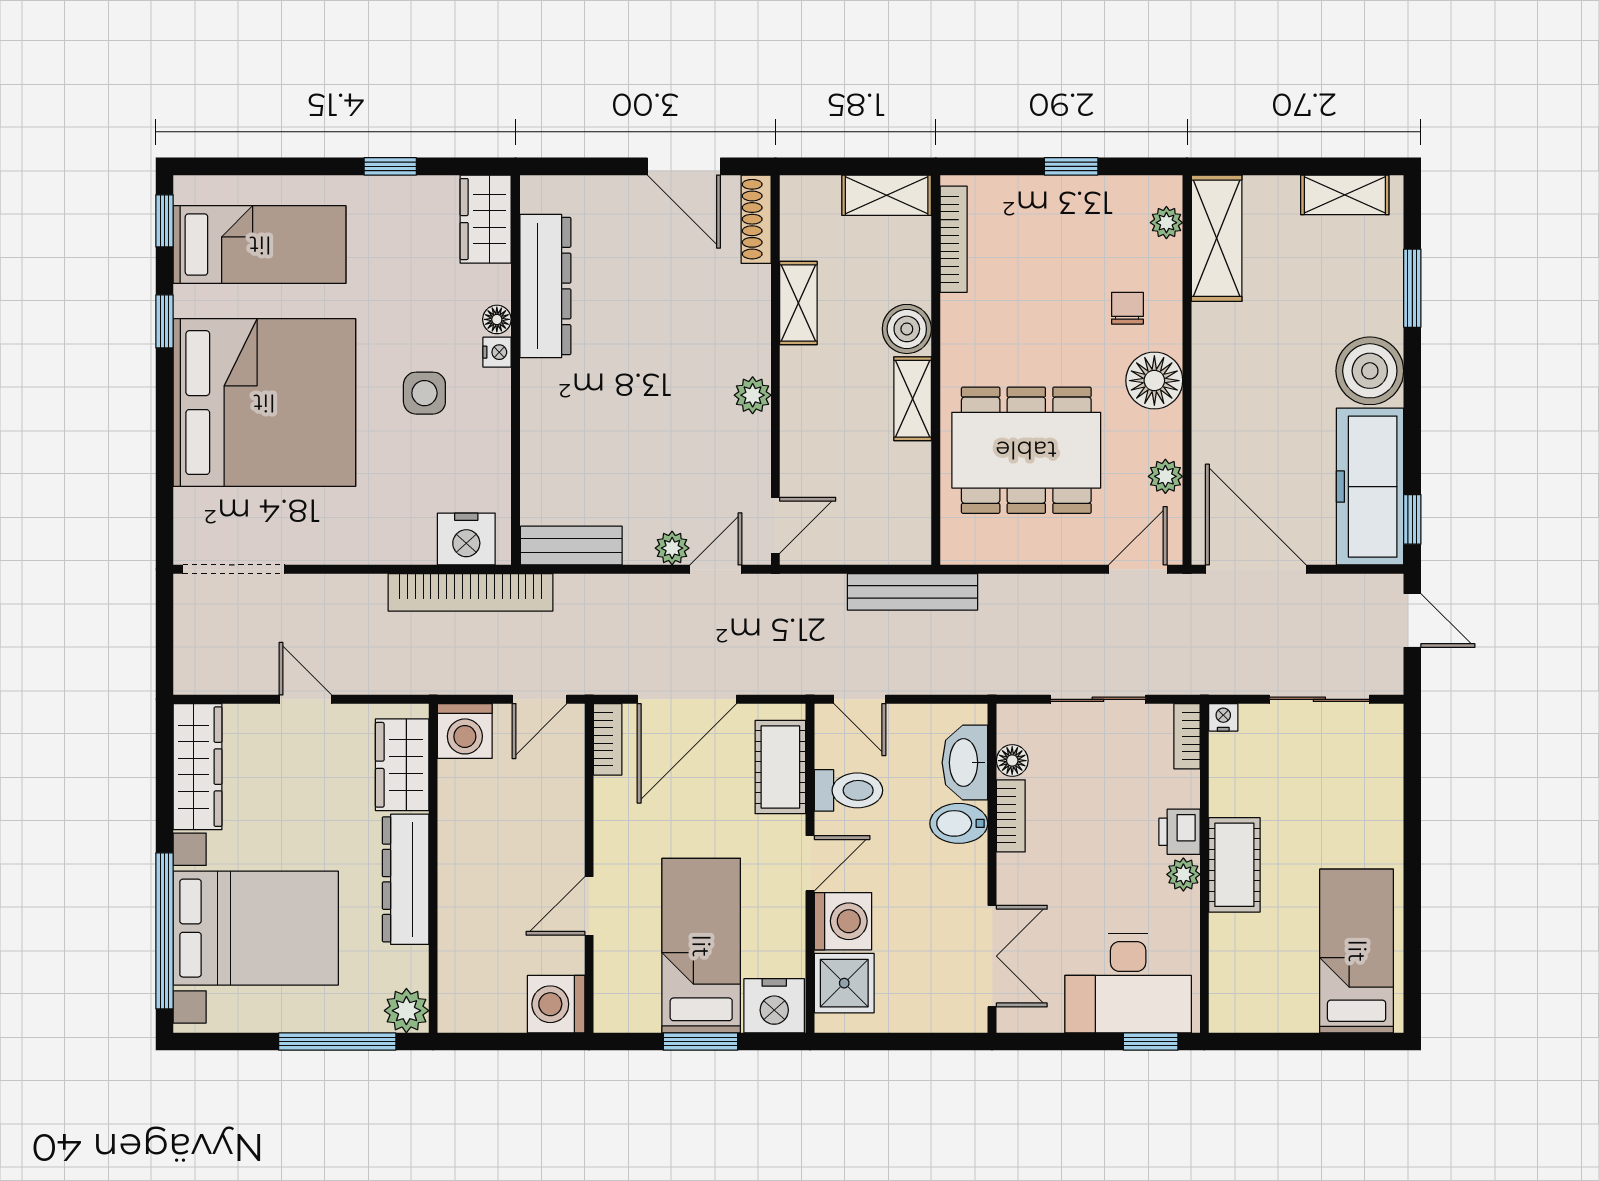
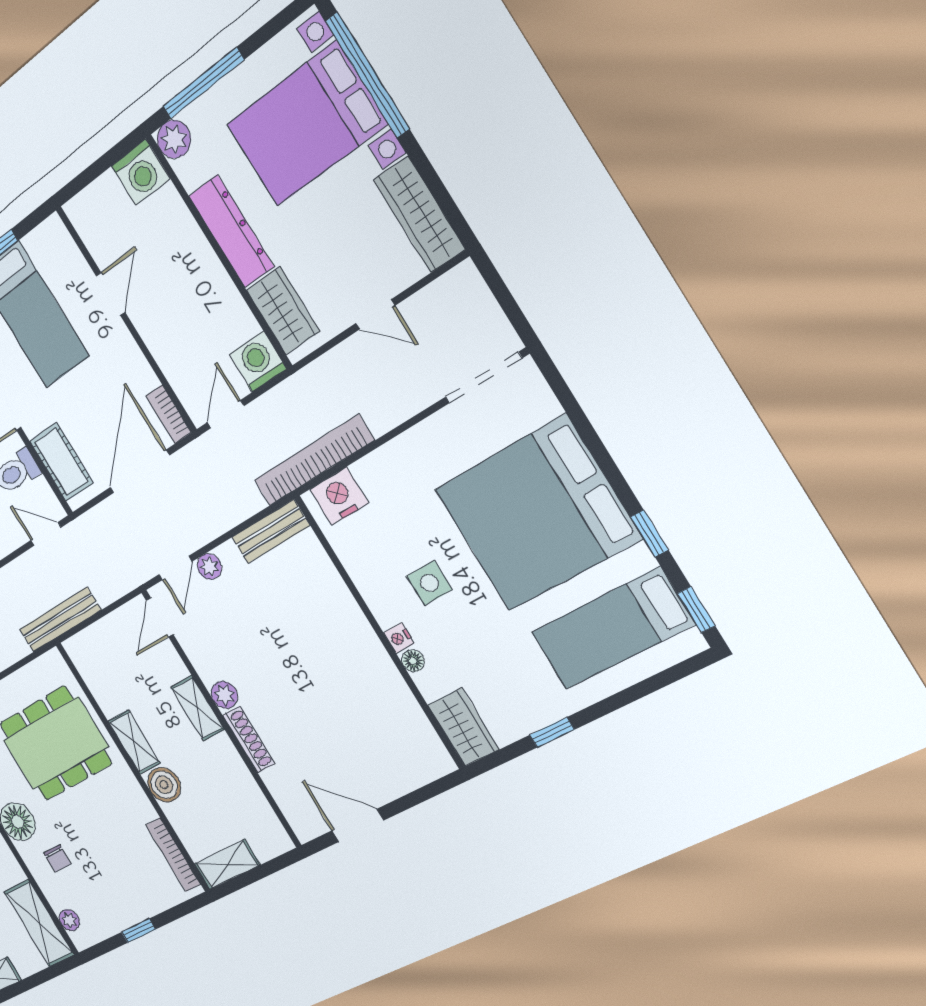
shoe rack: (756, 219) -> (249, 739), moved
dresser: (545, 286) -> (396, 701), removed
shelving: (798, 303) -> (197, 708), moved
washing machine: (556, 1004) -> (140, 172), moved, turned 90

